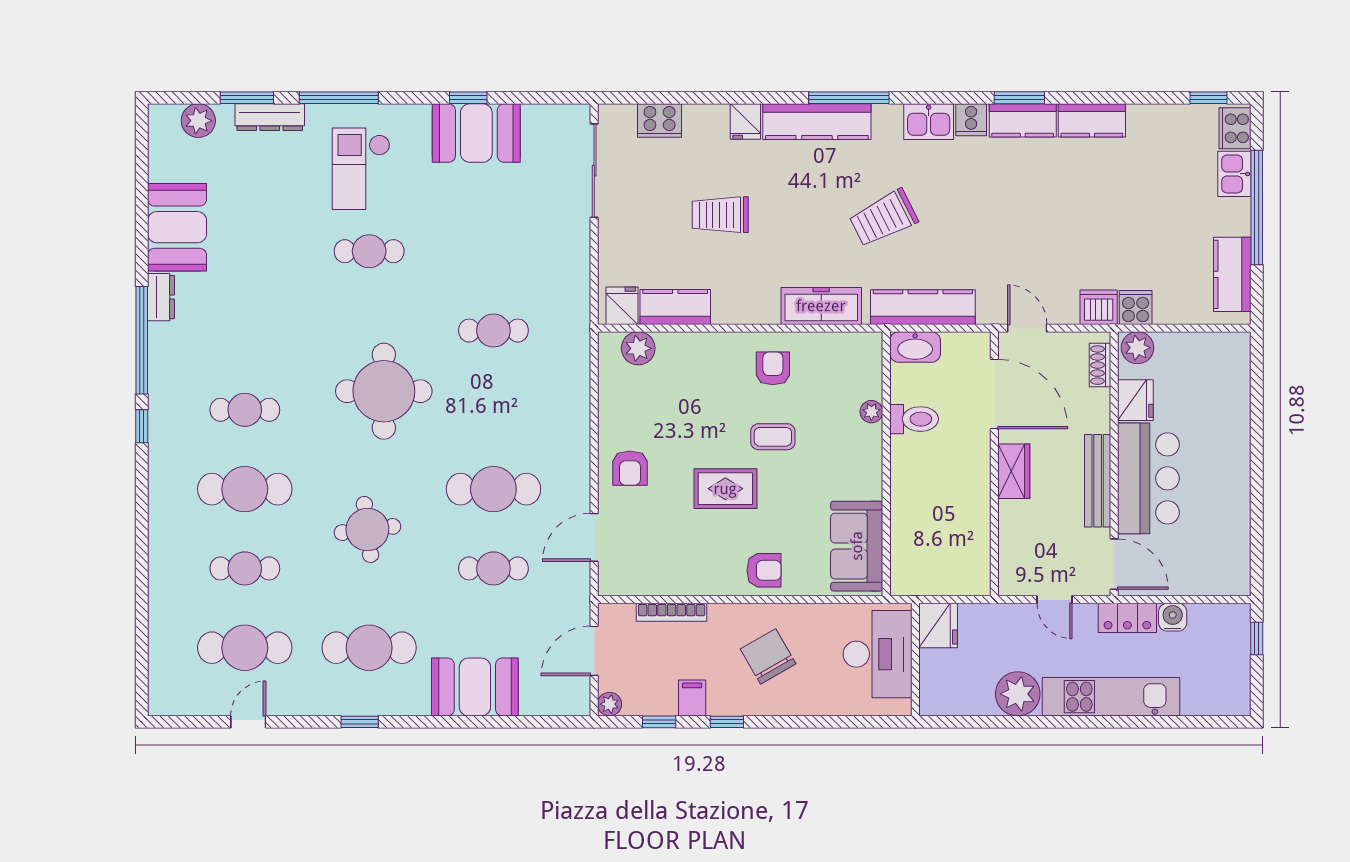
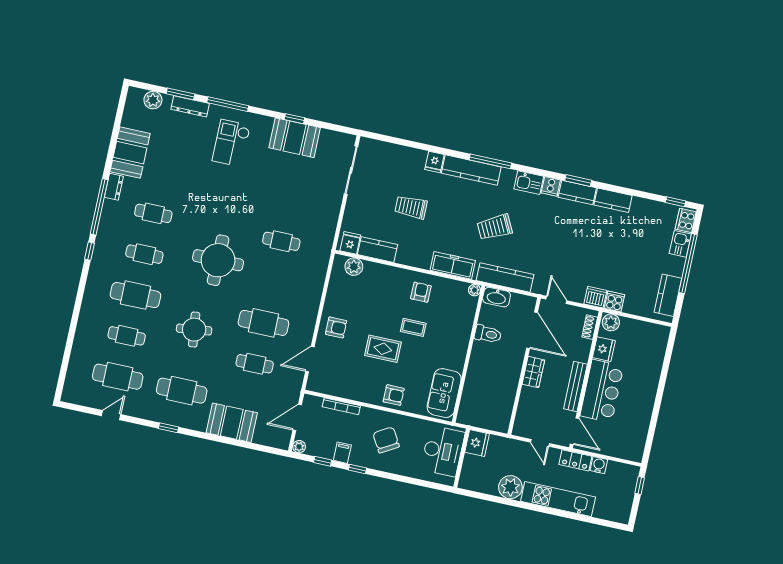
cooker: (660, 121) -> (390, 152), removed
cafe table: (369, 251) -> (153, 213), moved
plant: (871, 412) -> (474, 290), moved
armchair: (630, 468) -> (336, 327), turned -90

